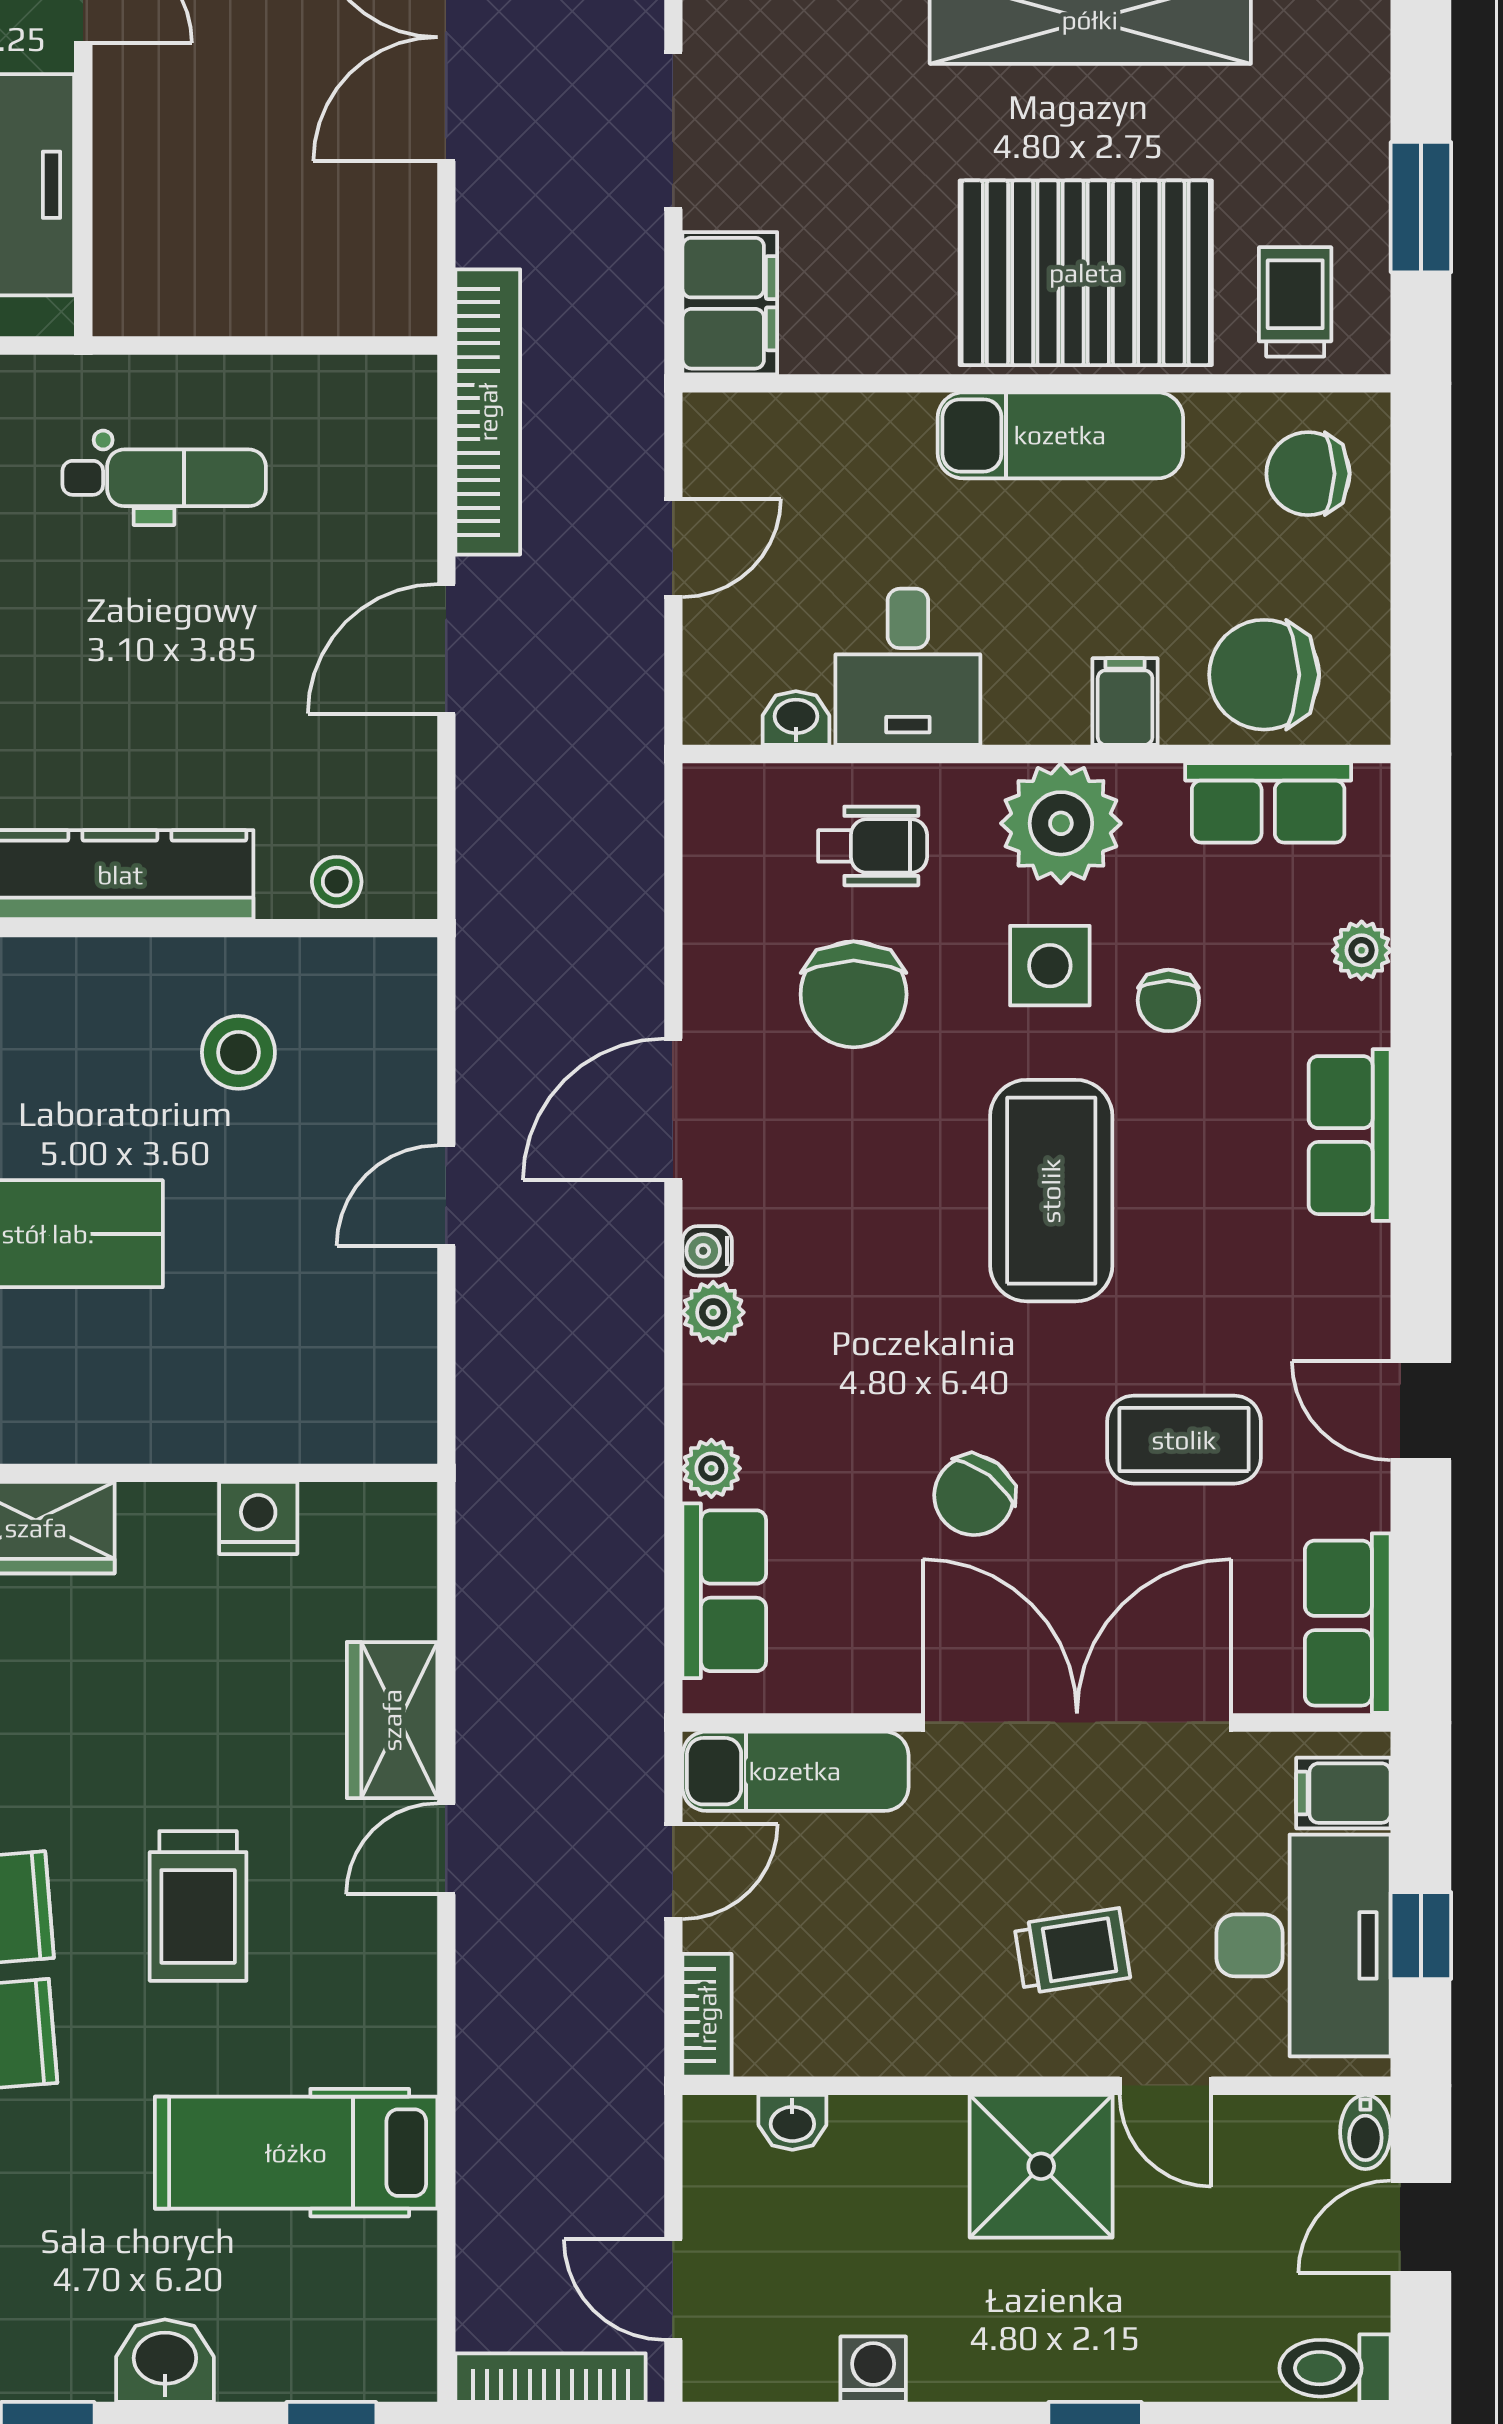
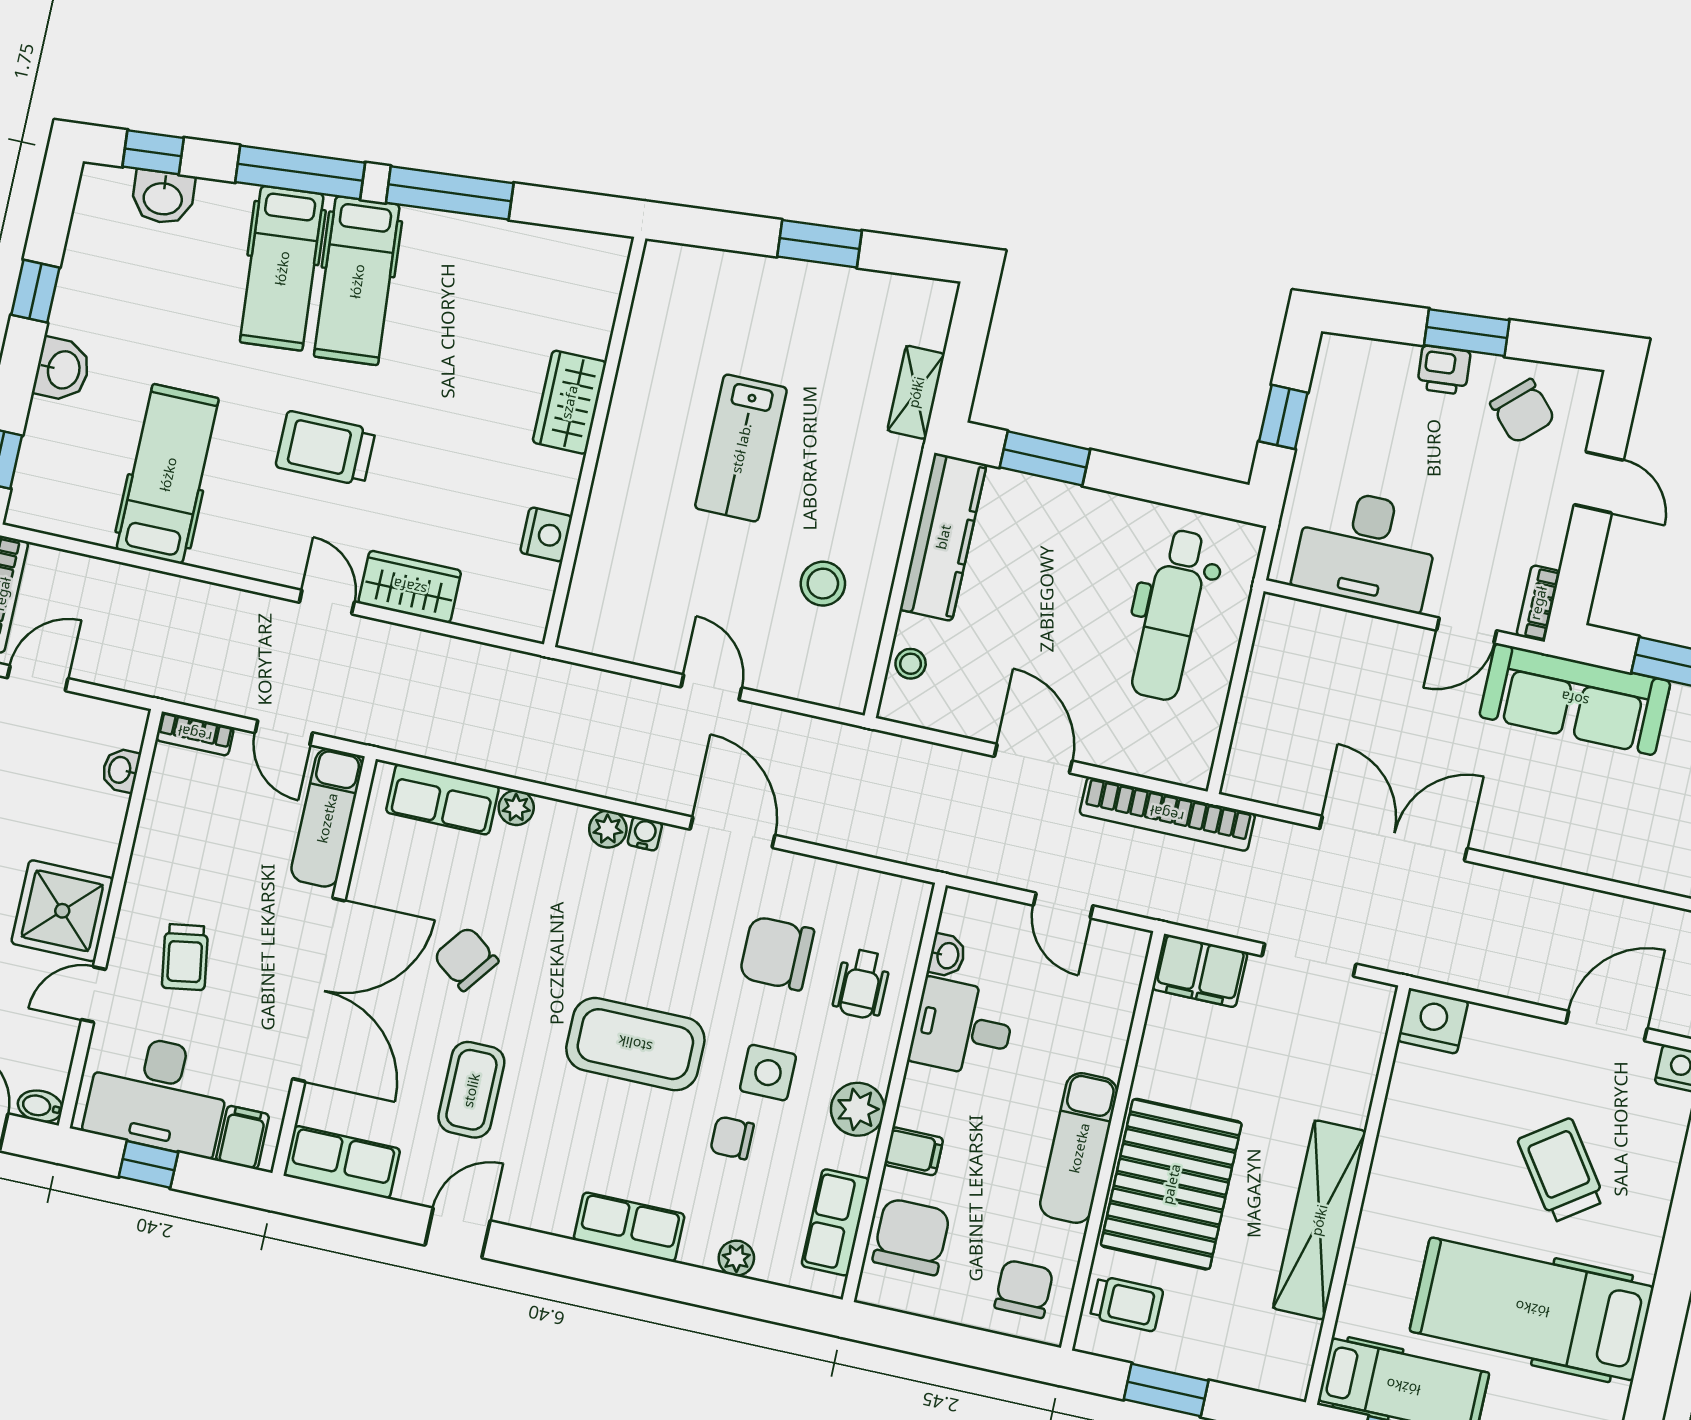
dental chair: (164, 478) -> (1171, 615), width x1.36, depth x1.38
plant: (1061, 823) -> (858, 1109), width x0.73, depth x0.73

